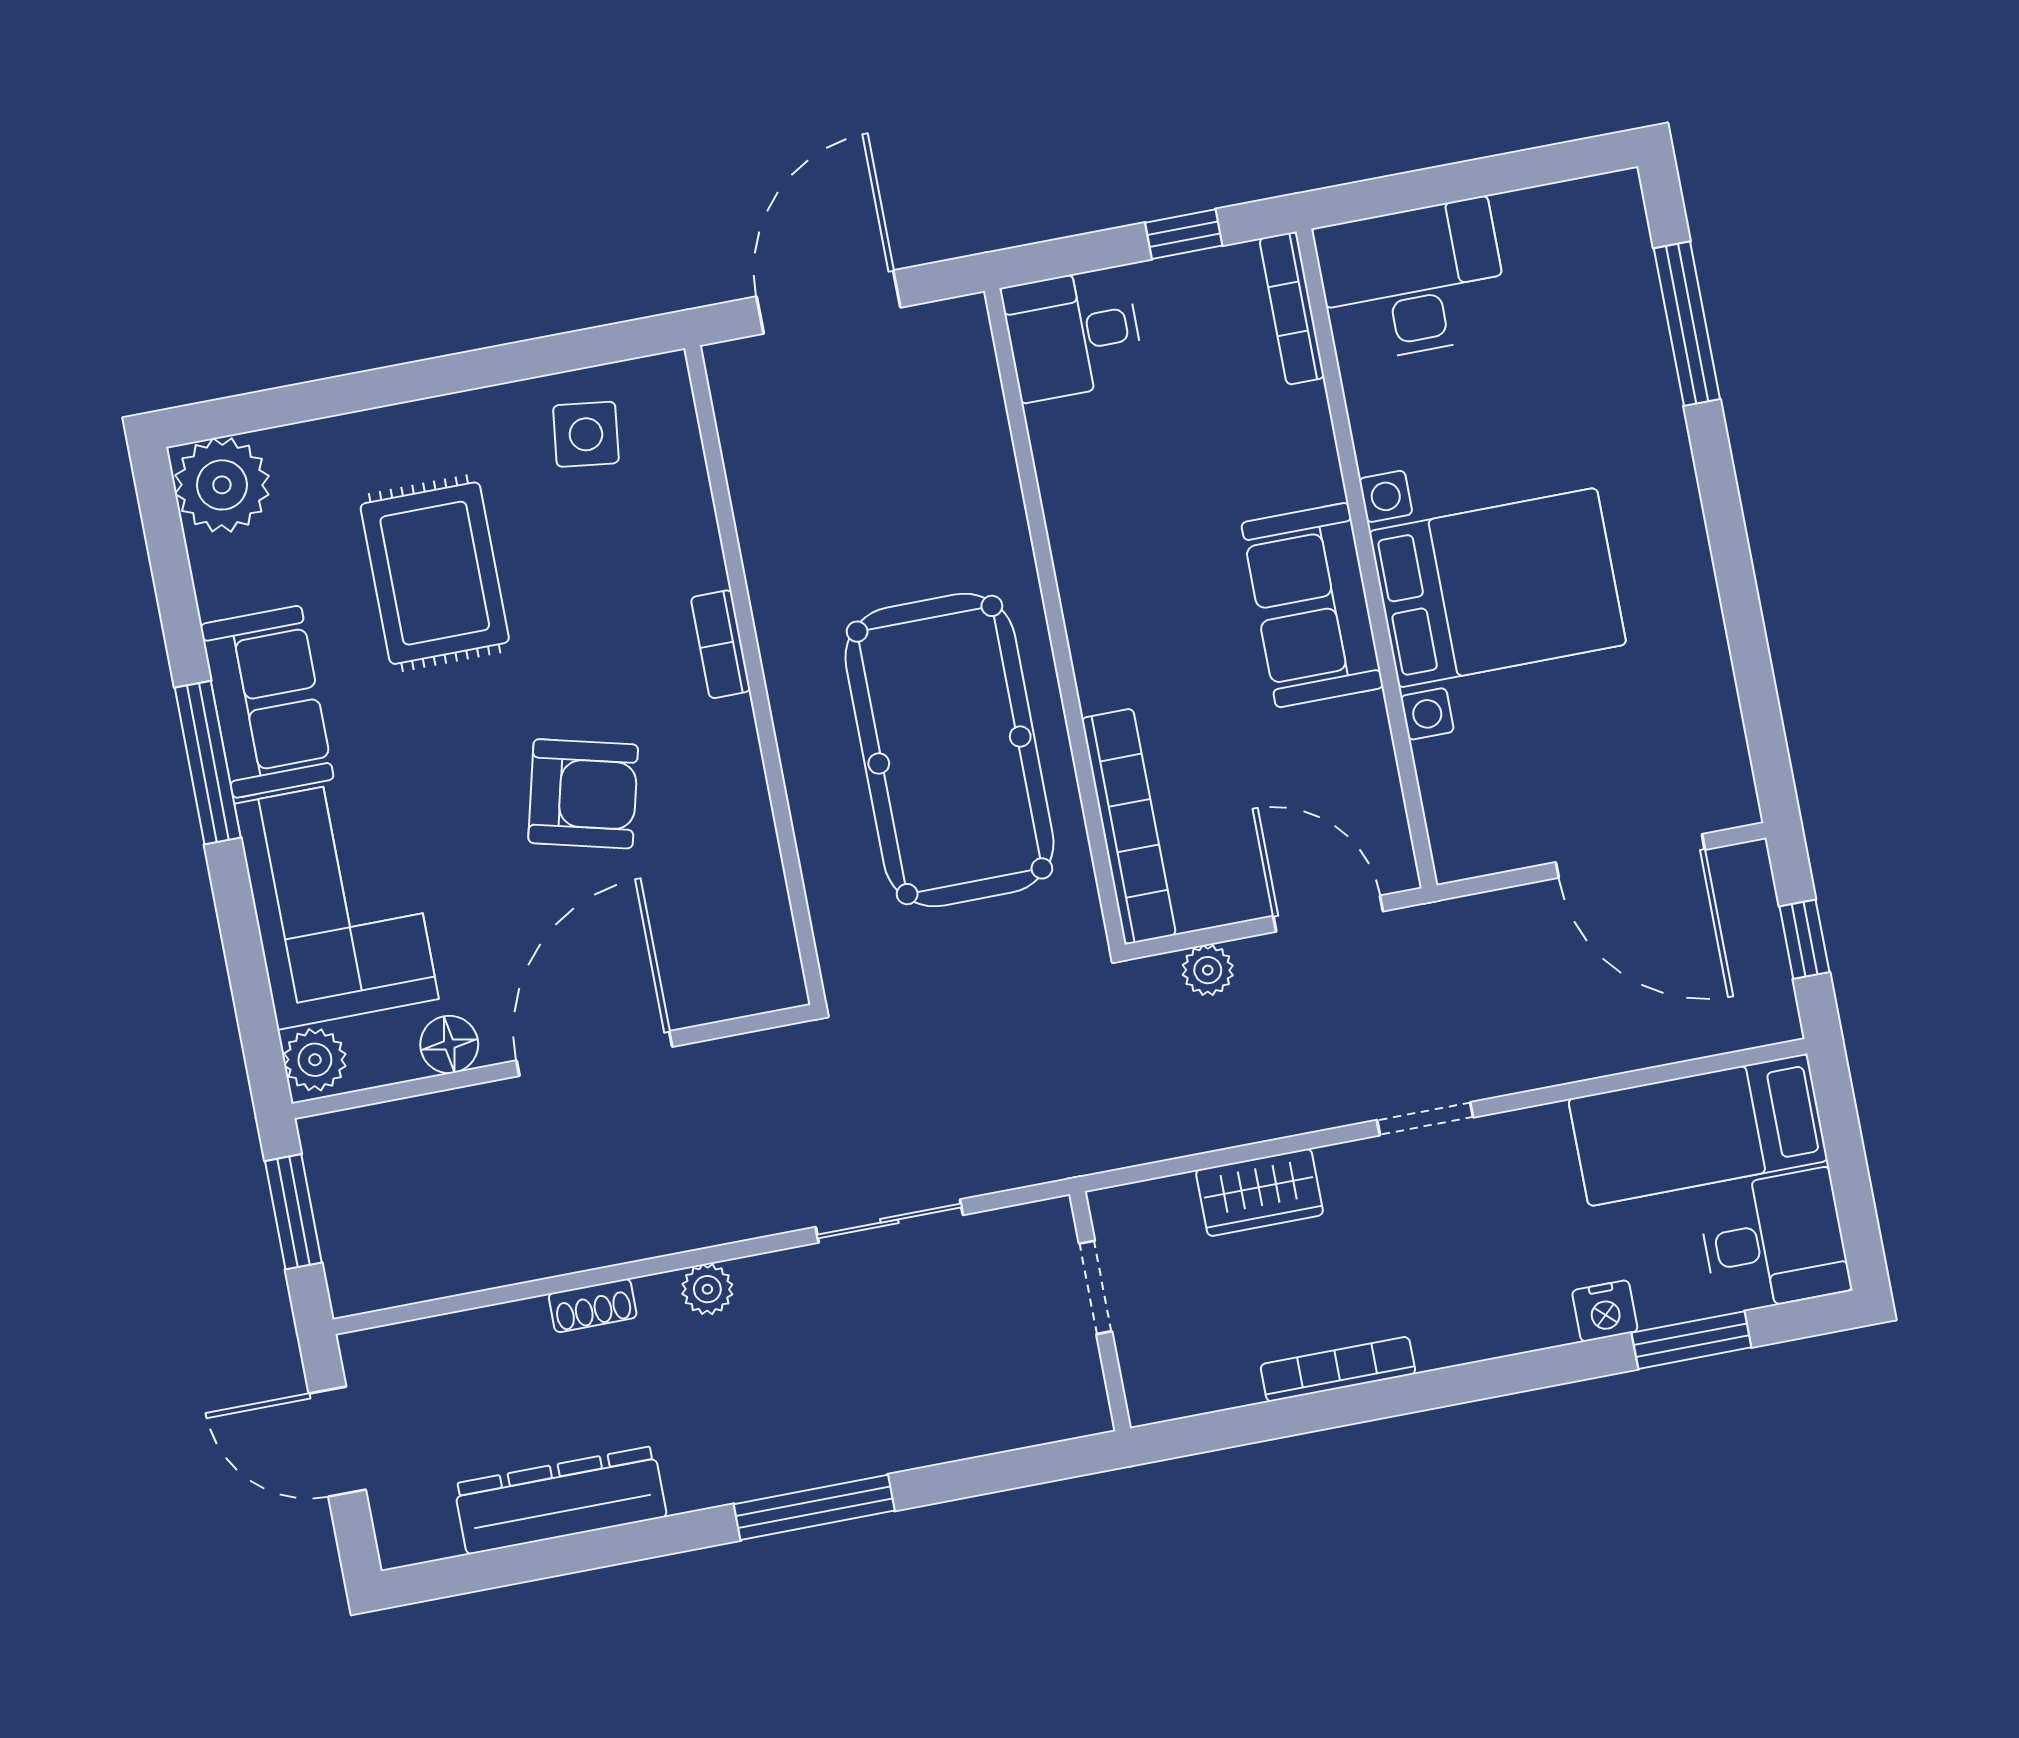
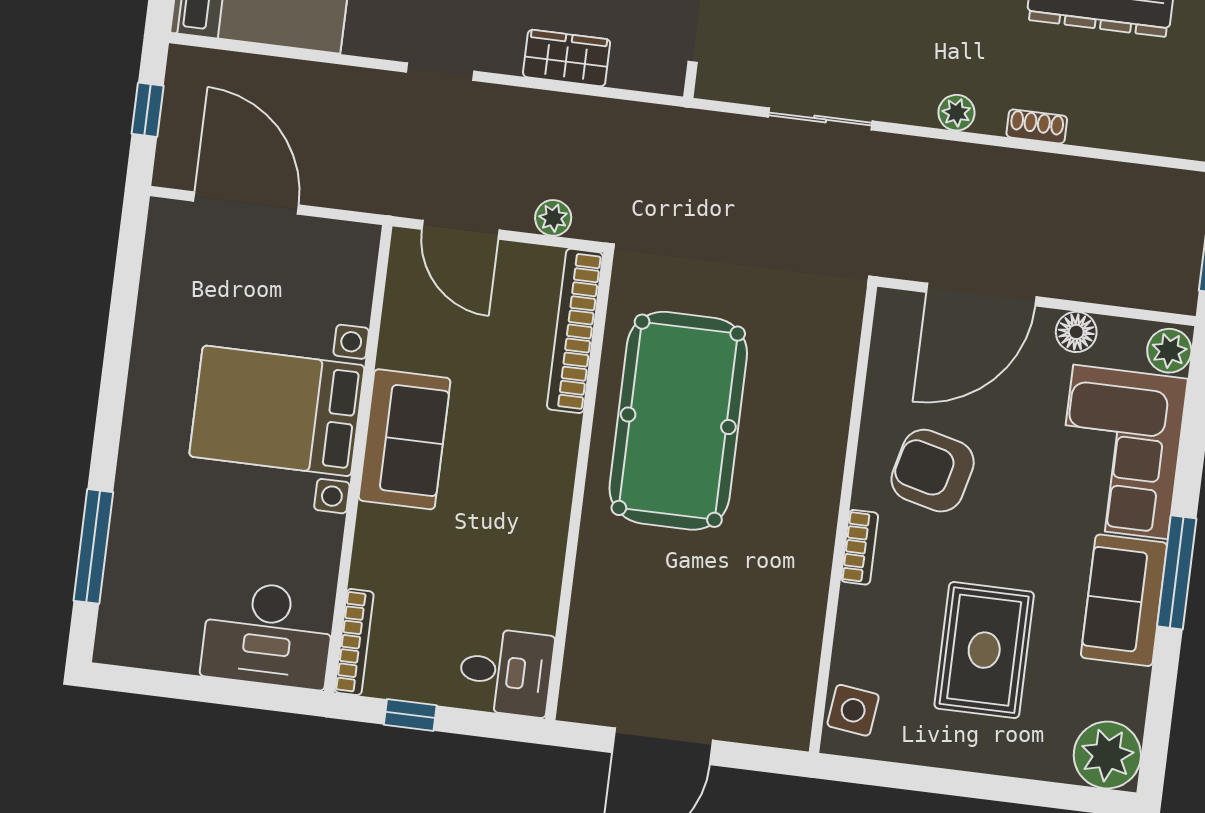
bookcase: (721, 644) -> (859, 547), moved
wall: (755, 675) -> (843, 519), moved

